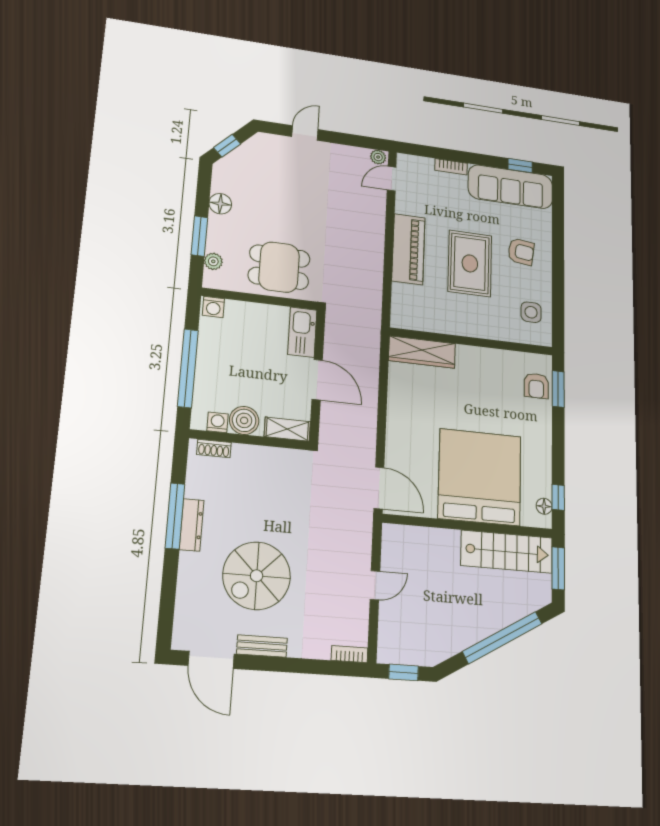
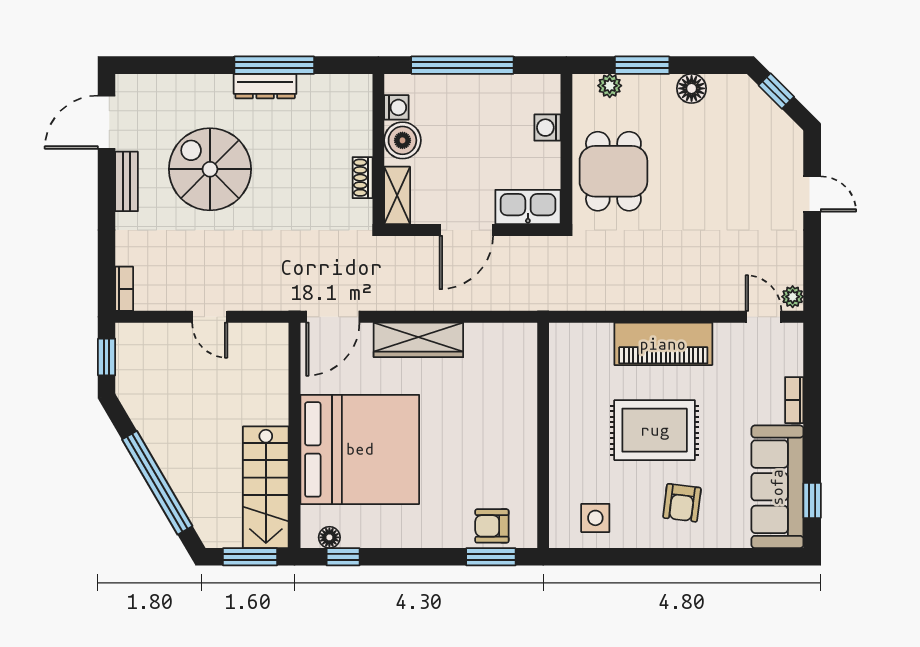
washing machine: (213, 307) -> (547, 128), moved
wardrobe: (422, 352) -> (418, 340), moved, turned -90
shoe rack: (214, 449) -> (363, 178), moved

